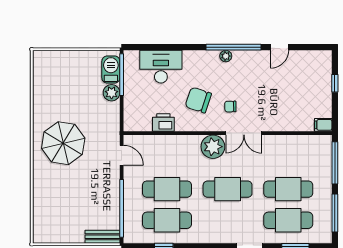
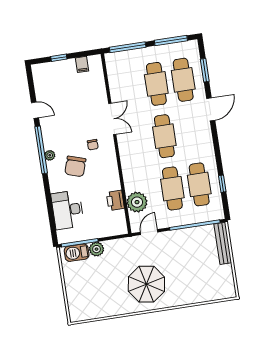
chair: (198, 100) -> (75, 166), moved
filing cabinet: (323, 125) -> (82, 64), moved
double door: (244, 133) -> (112, 119), moved
plant: (213, 147) -> (137, 202), moved
bench: (102, 237) -> (223, 243), width x1.36

